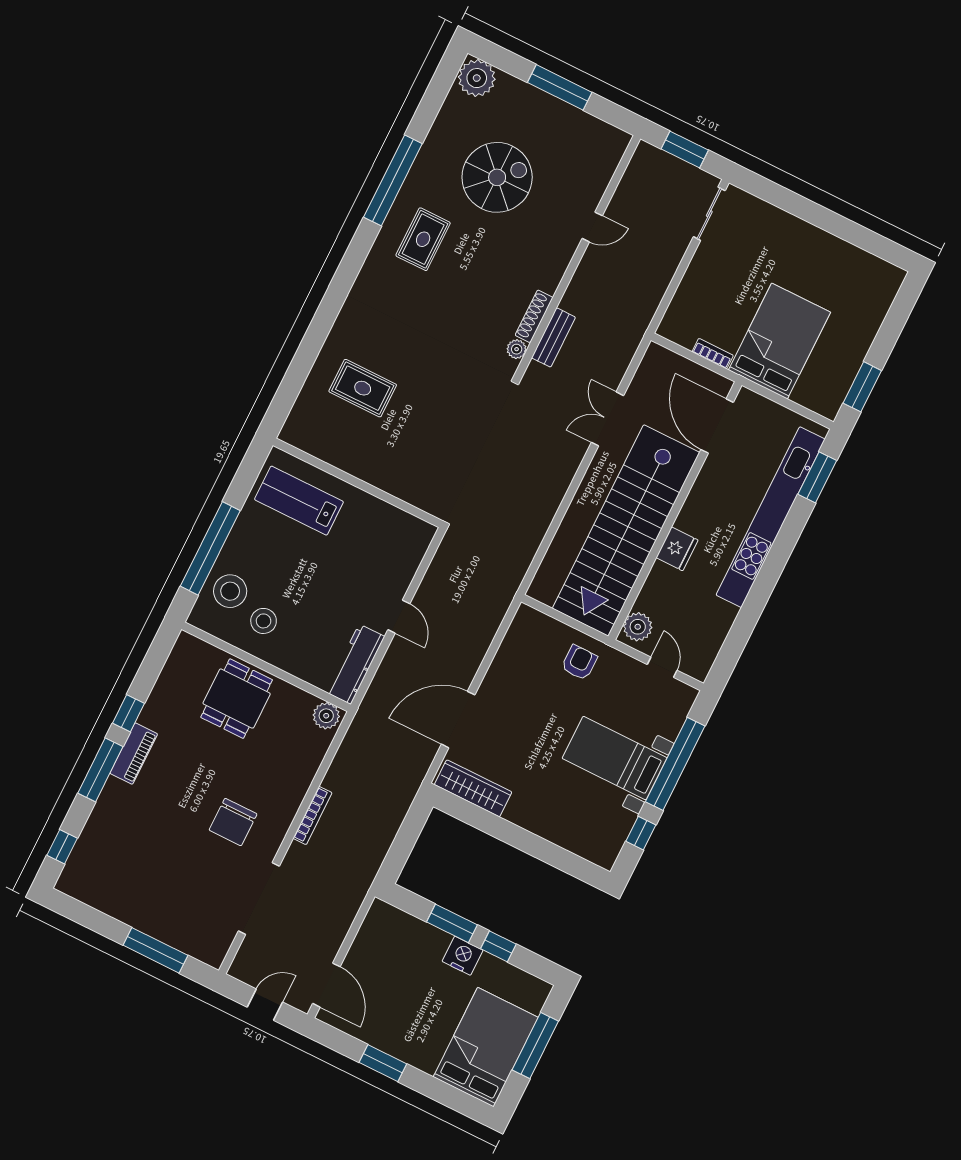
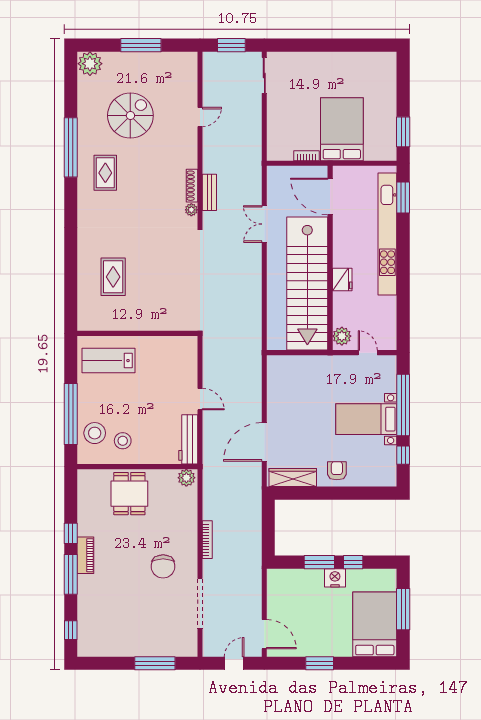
rug: (363, 388) -> (113, 277), turned 90
armchair: (579, 663) -> (337, 471), moved

